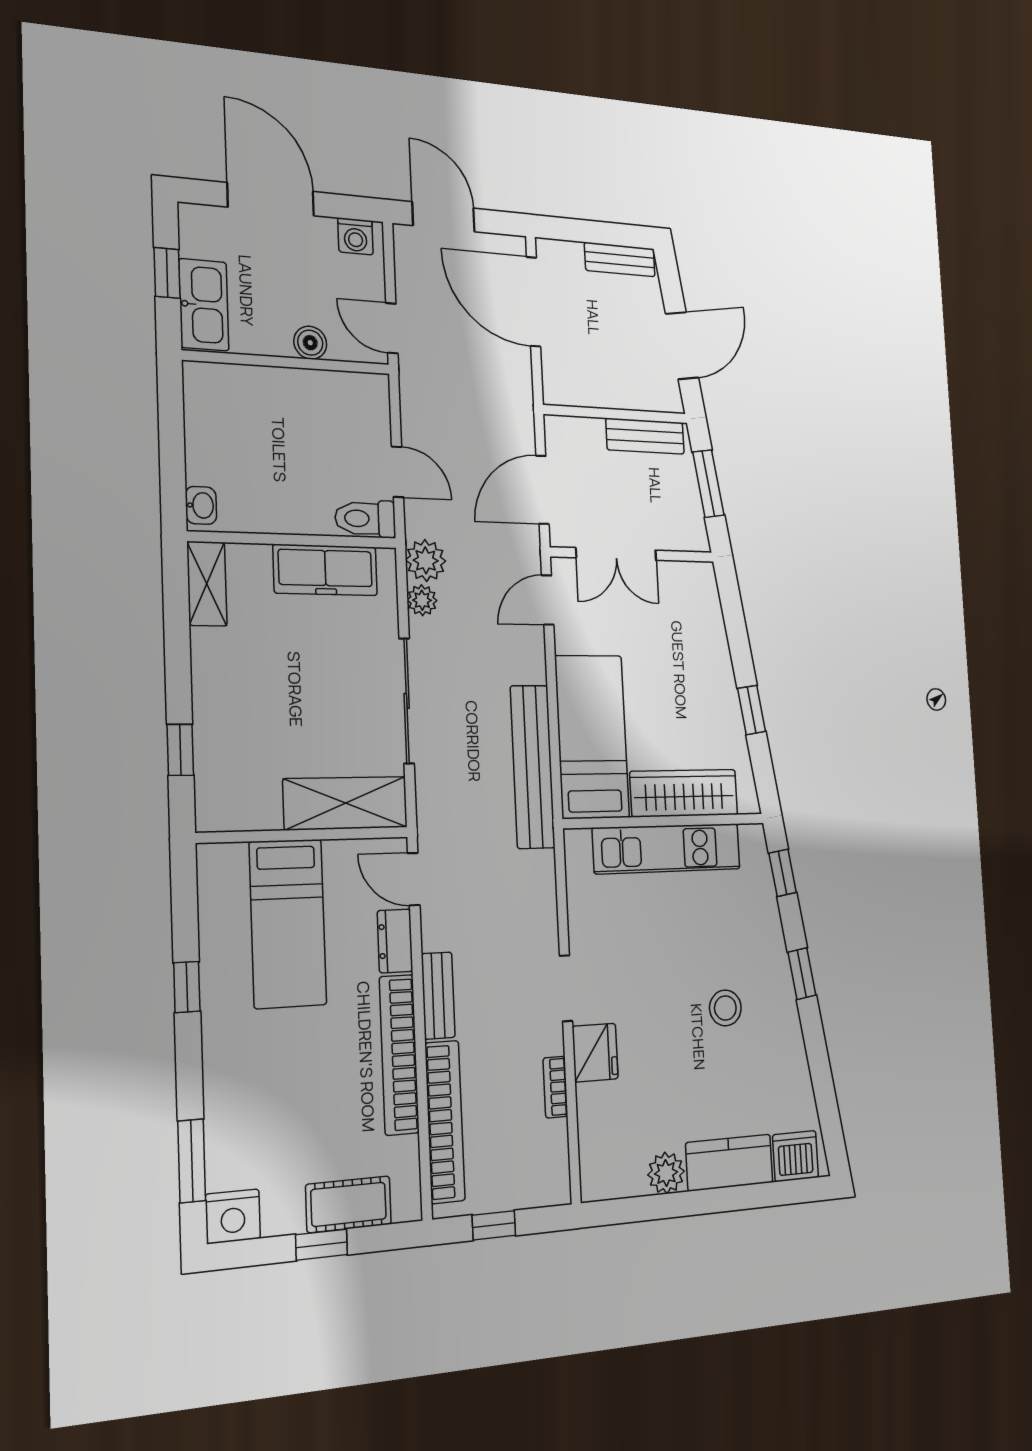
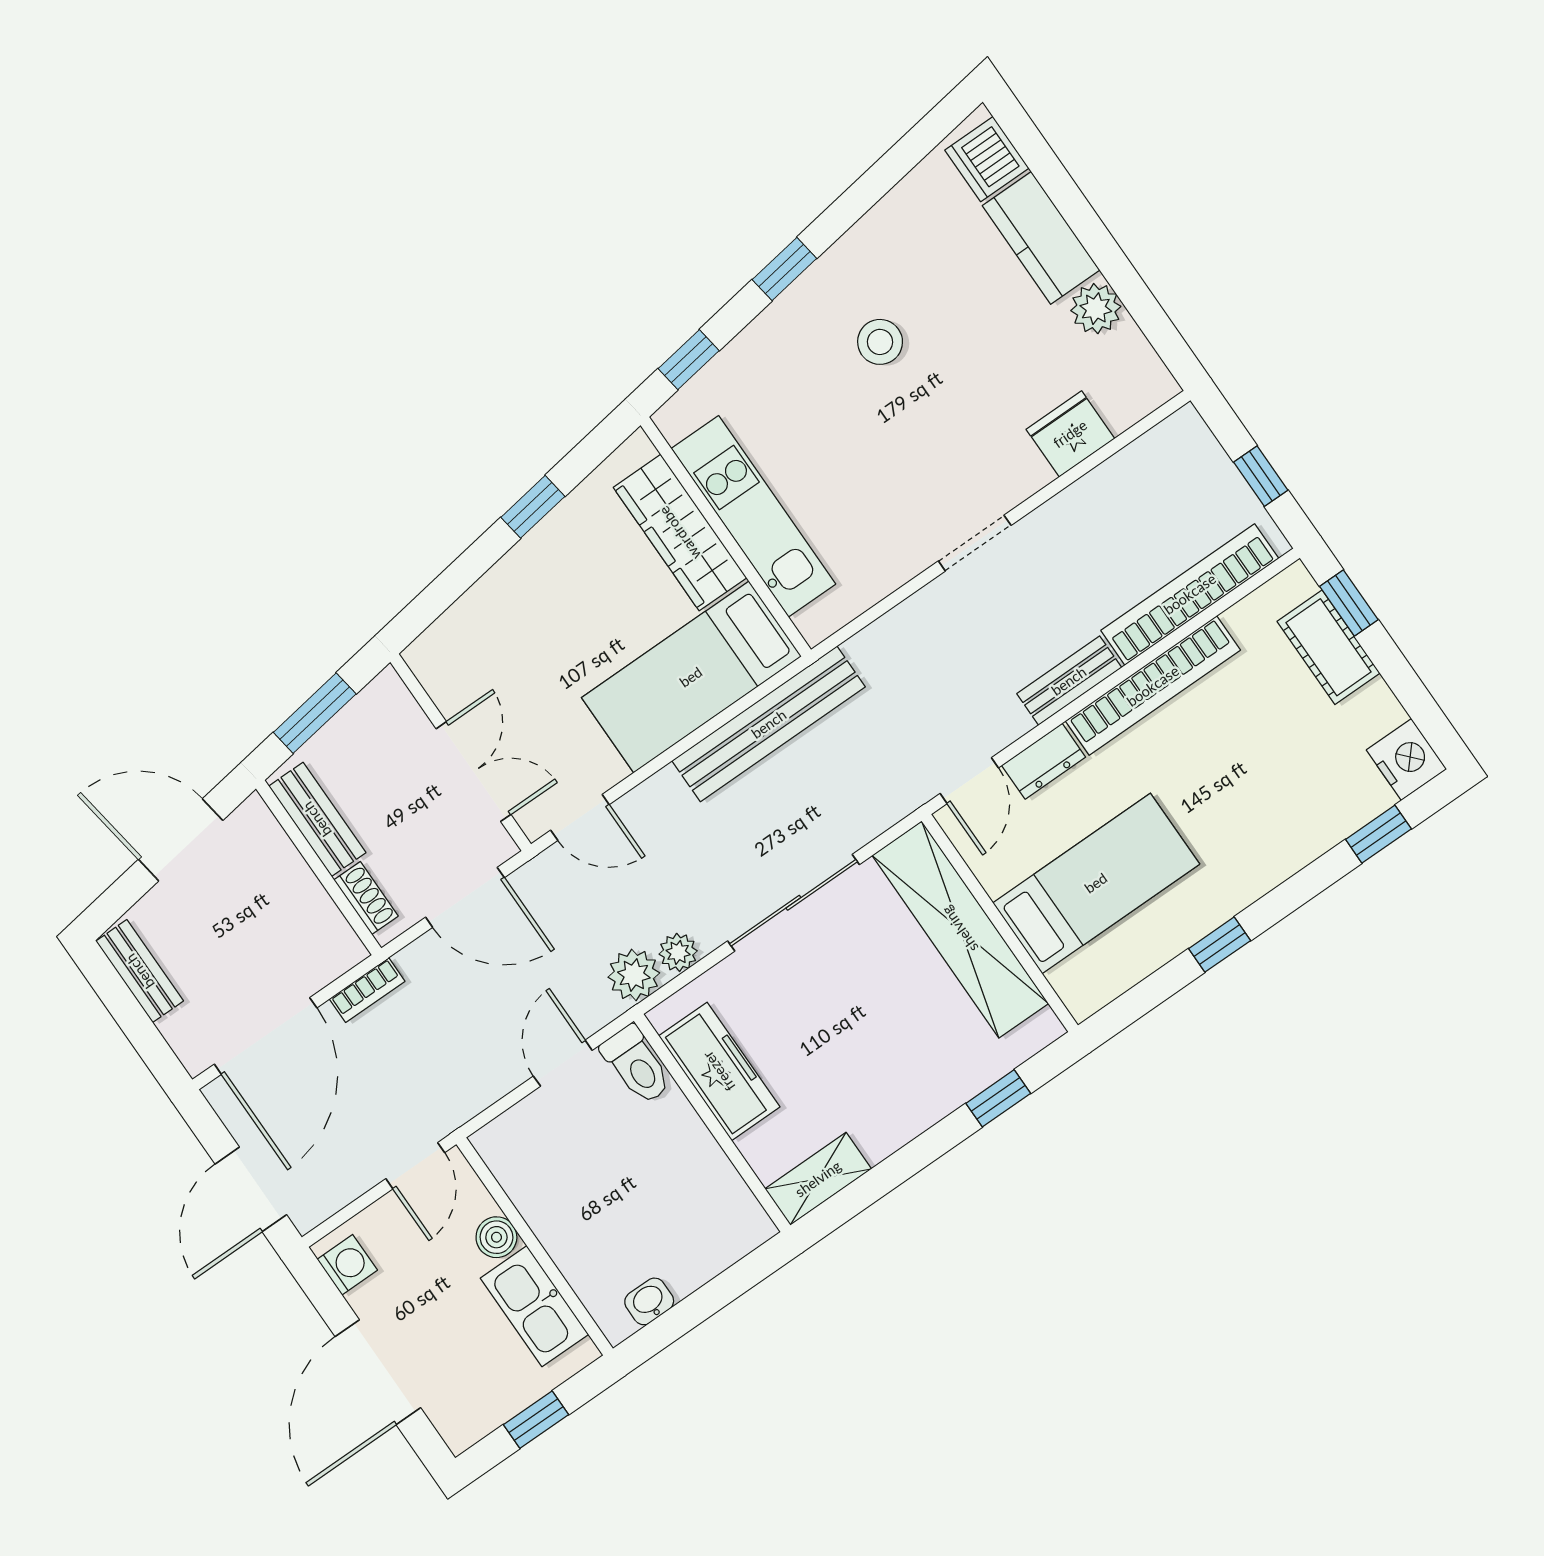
kitchen sink: (204, 305) -> (534, 1306), moved, turned -90
shoe rack: (580, 429) -> (366, 898), added
washbasin: (201, 505) -> (649, 1301), moved
shelving: (345, 803) -> (960, 929), width x1.47
fridge: (595, 1053) -> (1070, 434), moved
bookcase: (555, 1087) -> (367, 990), moved
window: (192, 1161) -> (1378, 834), width x0.67
window: (321, 1245) -> (1349, 603), moved

